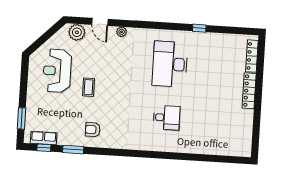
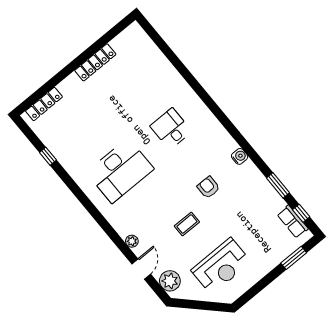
window: (199, 28) -> (48, 156), moved
coffee table: (88, 87) -> (187, 224), moved
locker: (249, 91) -> (95, 62), moved
armchair: (93, 130) -> (208, 187), moved, turned 180
water cooler: (112, 143) -> (240, 156), added

